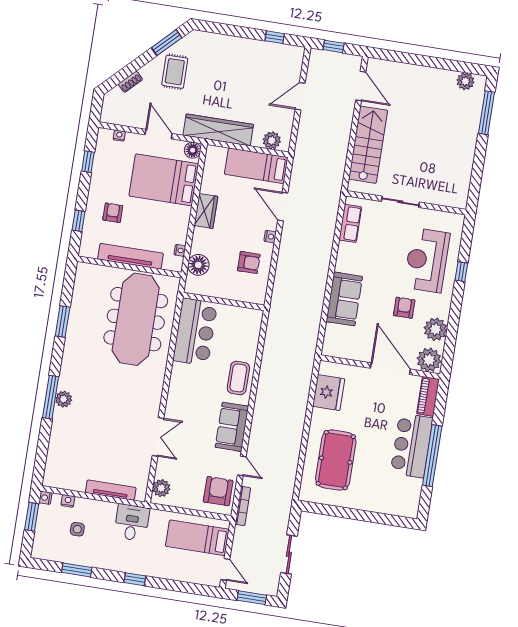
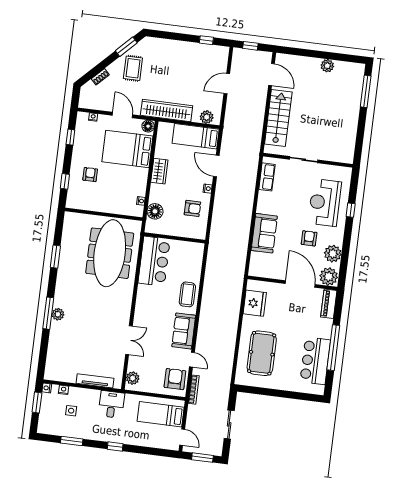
plant: (465, 81) -> (327, 66), moved
tv unit: (131, 256) -> (104, 206), removed
bar counter: (412, 445) -> (315, 361), moved

